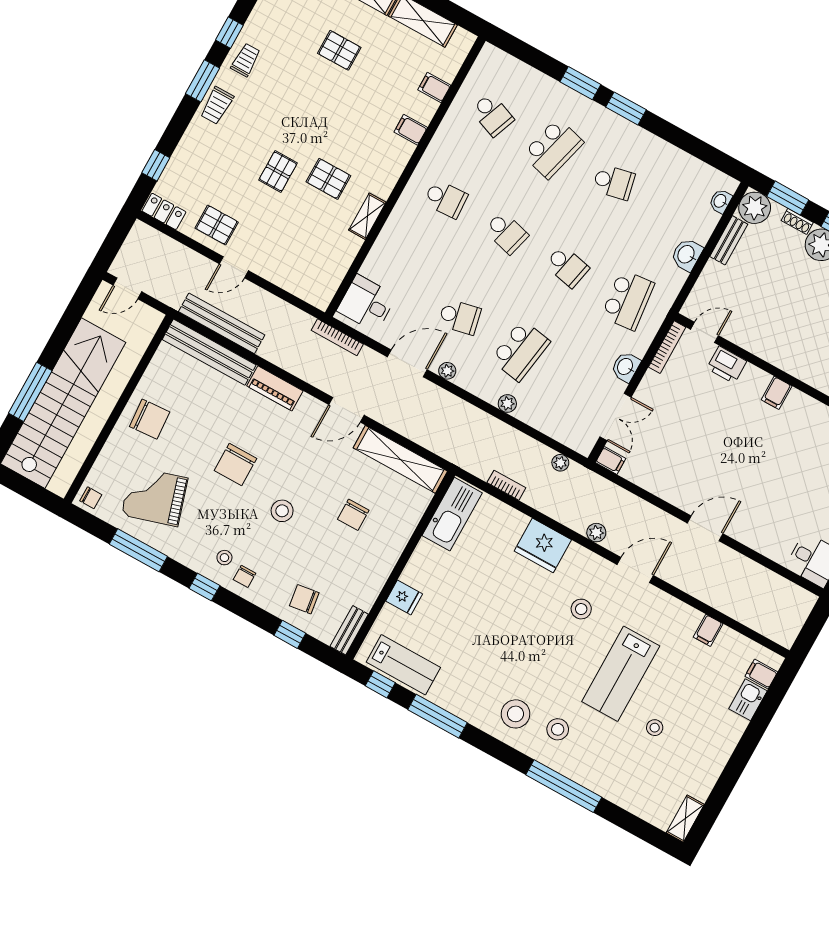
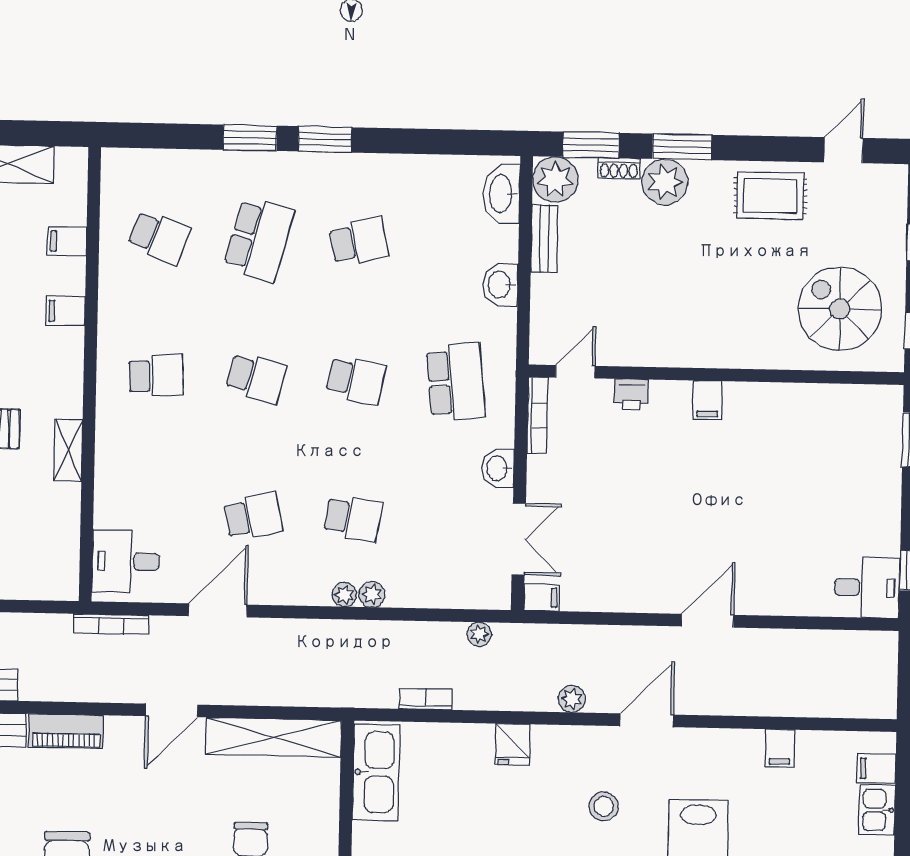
washbasin: (720, 201) -> (502, 194), width x1.91, depth x1.45
school desk: (520, 351) -> (353, 518), width x0.54
printer: (727, 365) -> (631, 394), width x0.73, depth x0.81
plant: (447, 371) -> (344, 595), moved
fridge: (543, 545) -> (512, 744), width x0.53, depth x0.75

